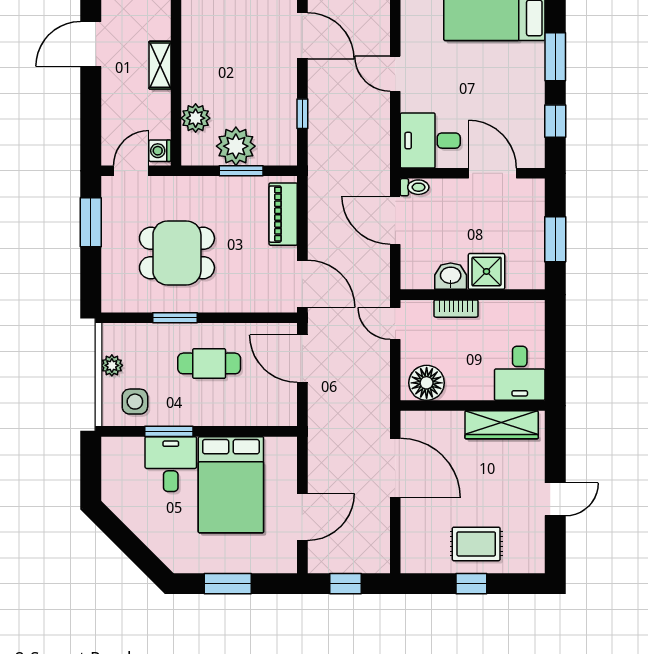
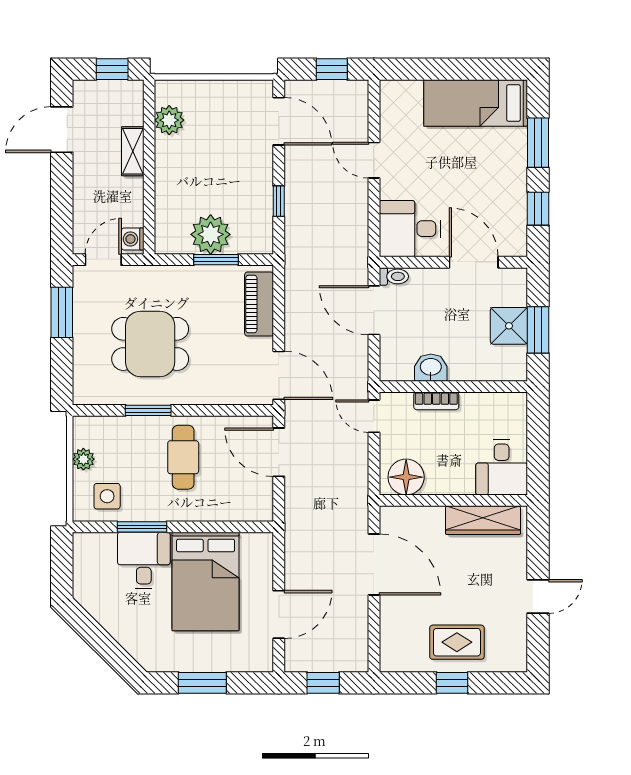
plant: (196, 118) -> (169, 120), moved
shower: (486, 271) -> (509, 326), moved
cafe table: (209, 363) -> (183, 457), turned 90

